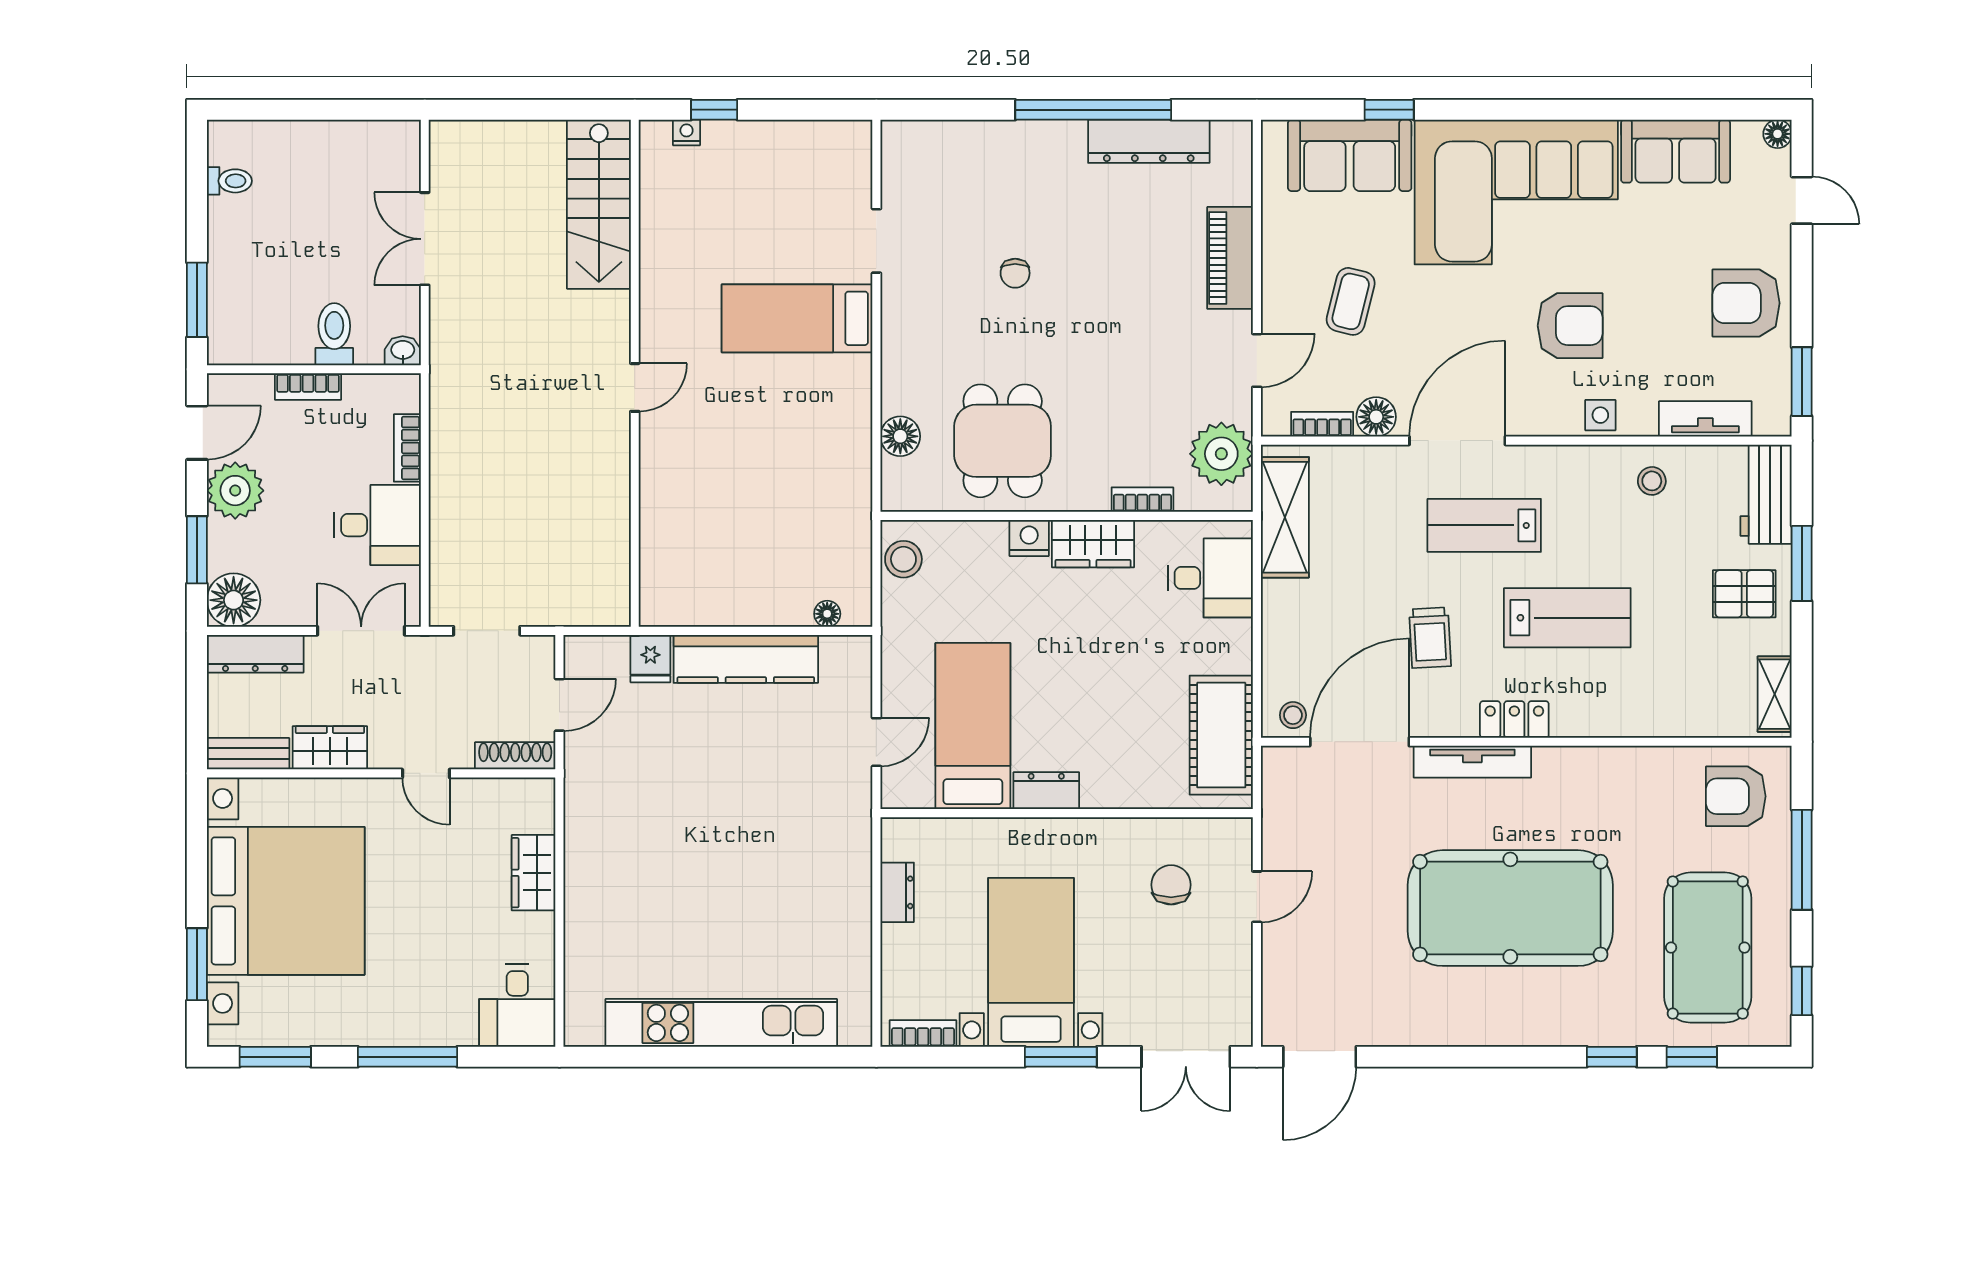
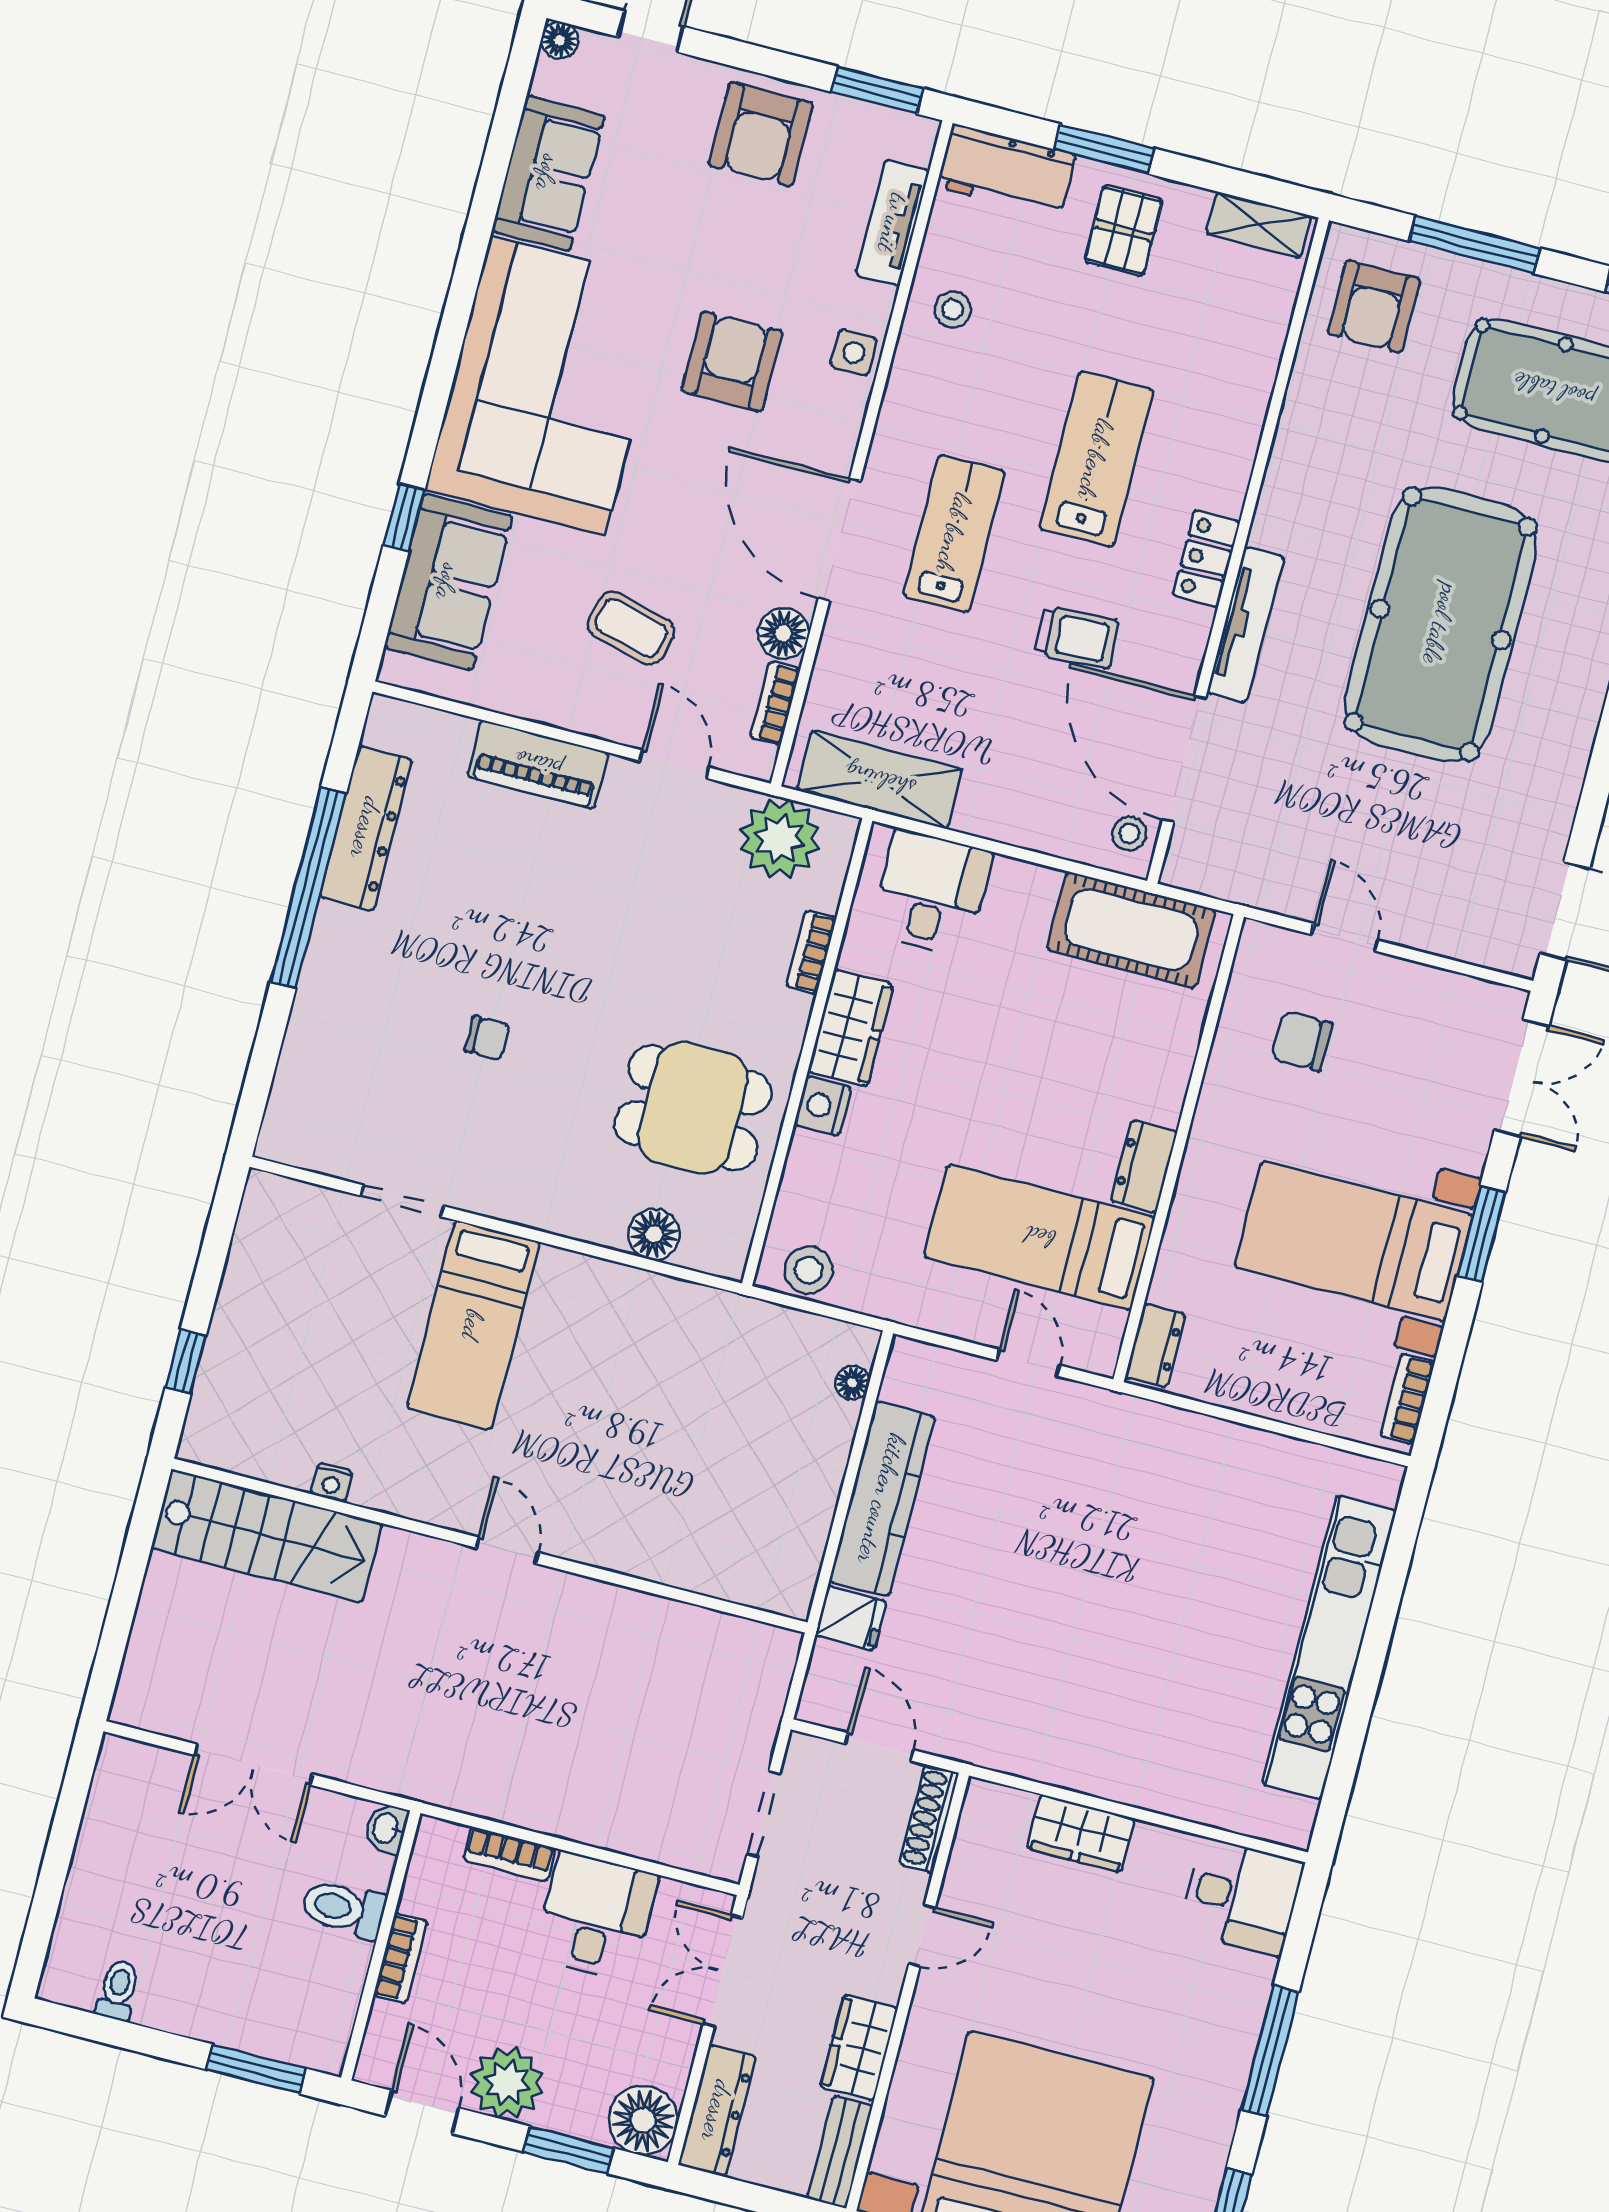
nightstand: (687, 132) -> (331, 1482), moved, turned -90
lab bench: (1484, 525) -> (954, 533), turned 180
dresser: (897, 892) -> (1155, 1346), moved, turned 90

